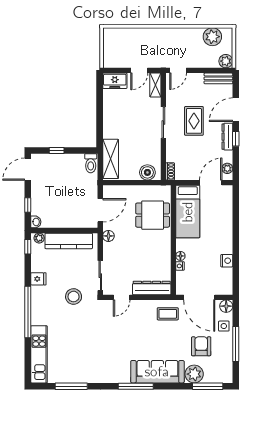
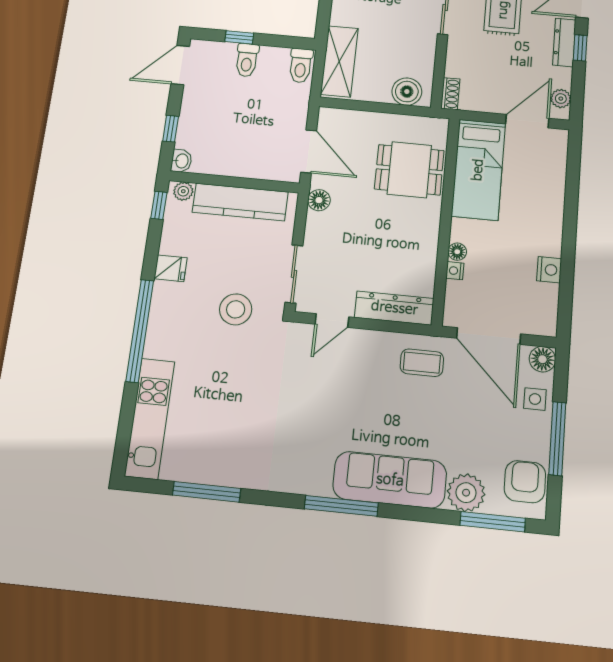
toilet: (62, 163) -> (247, 60), added
door: (100, 210) -> (309, 151), hinge flipped
armchair: (201, 346) -> (525, 482), moved

